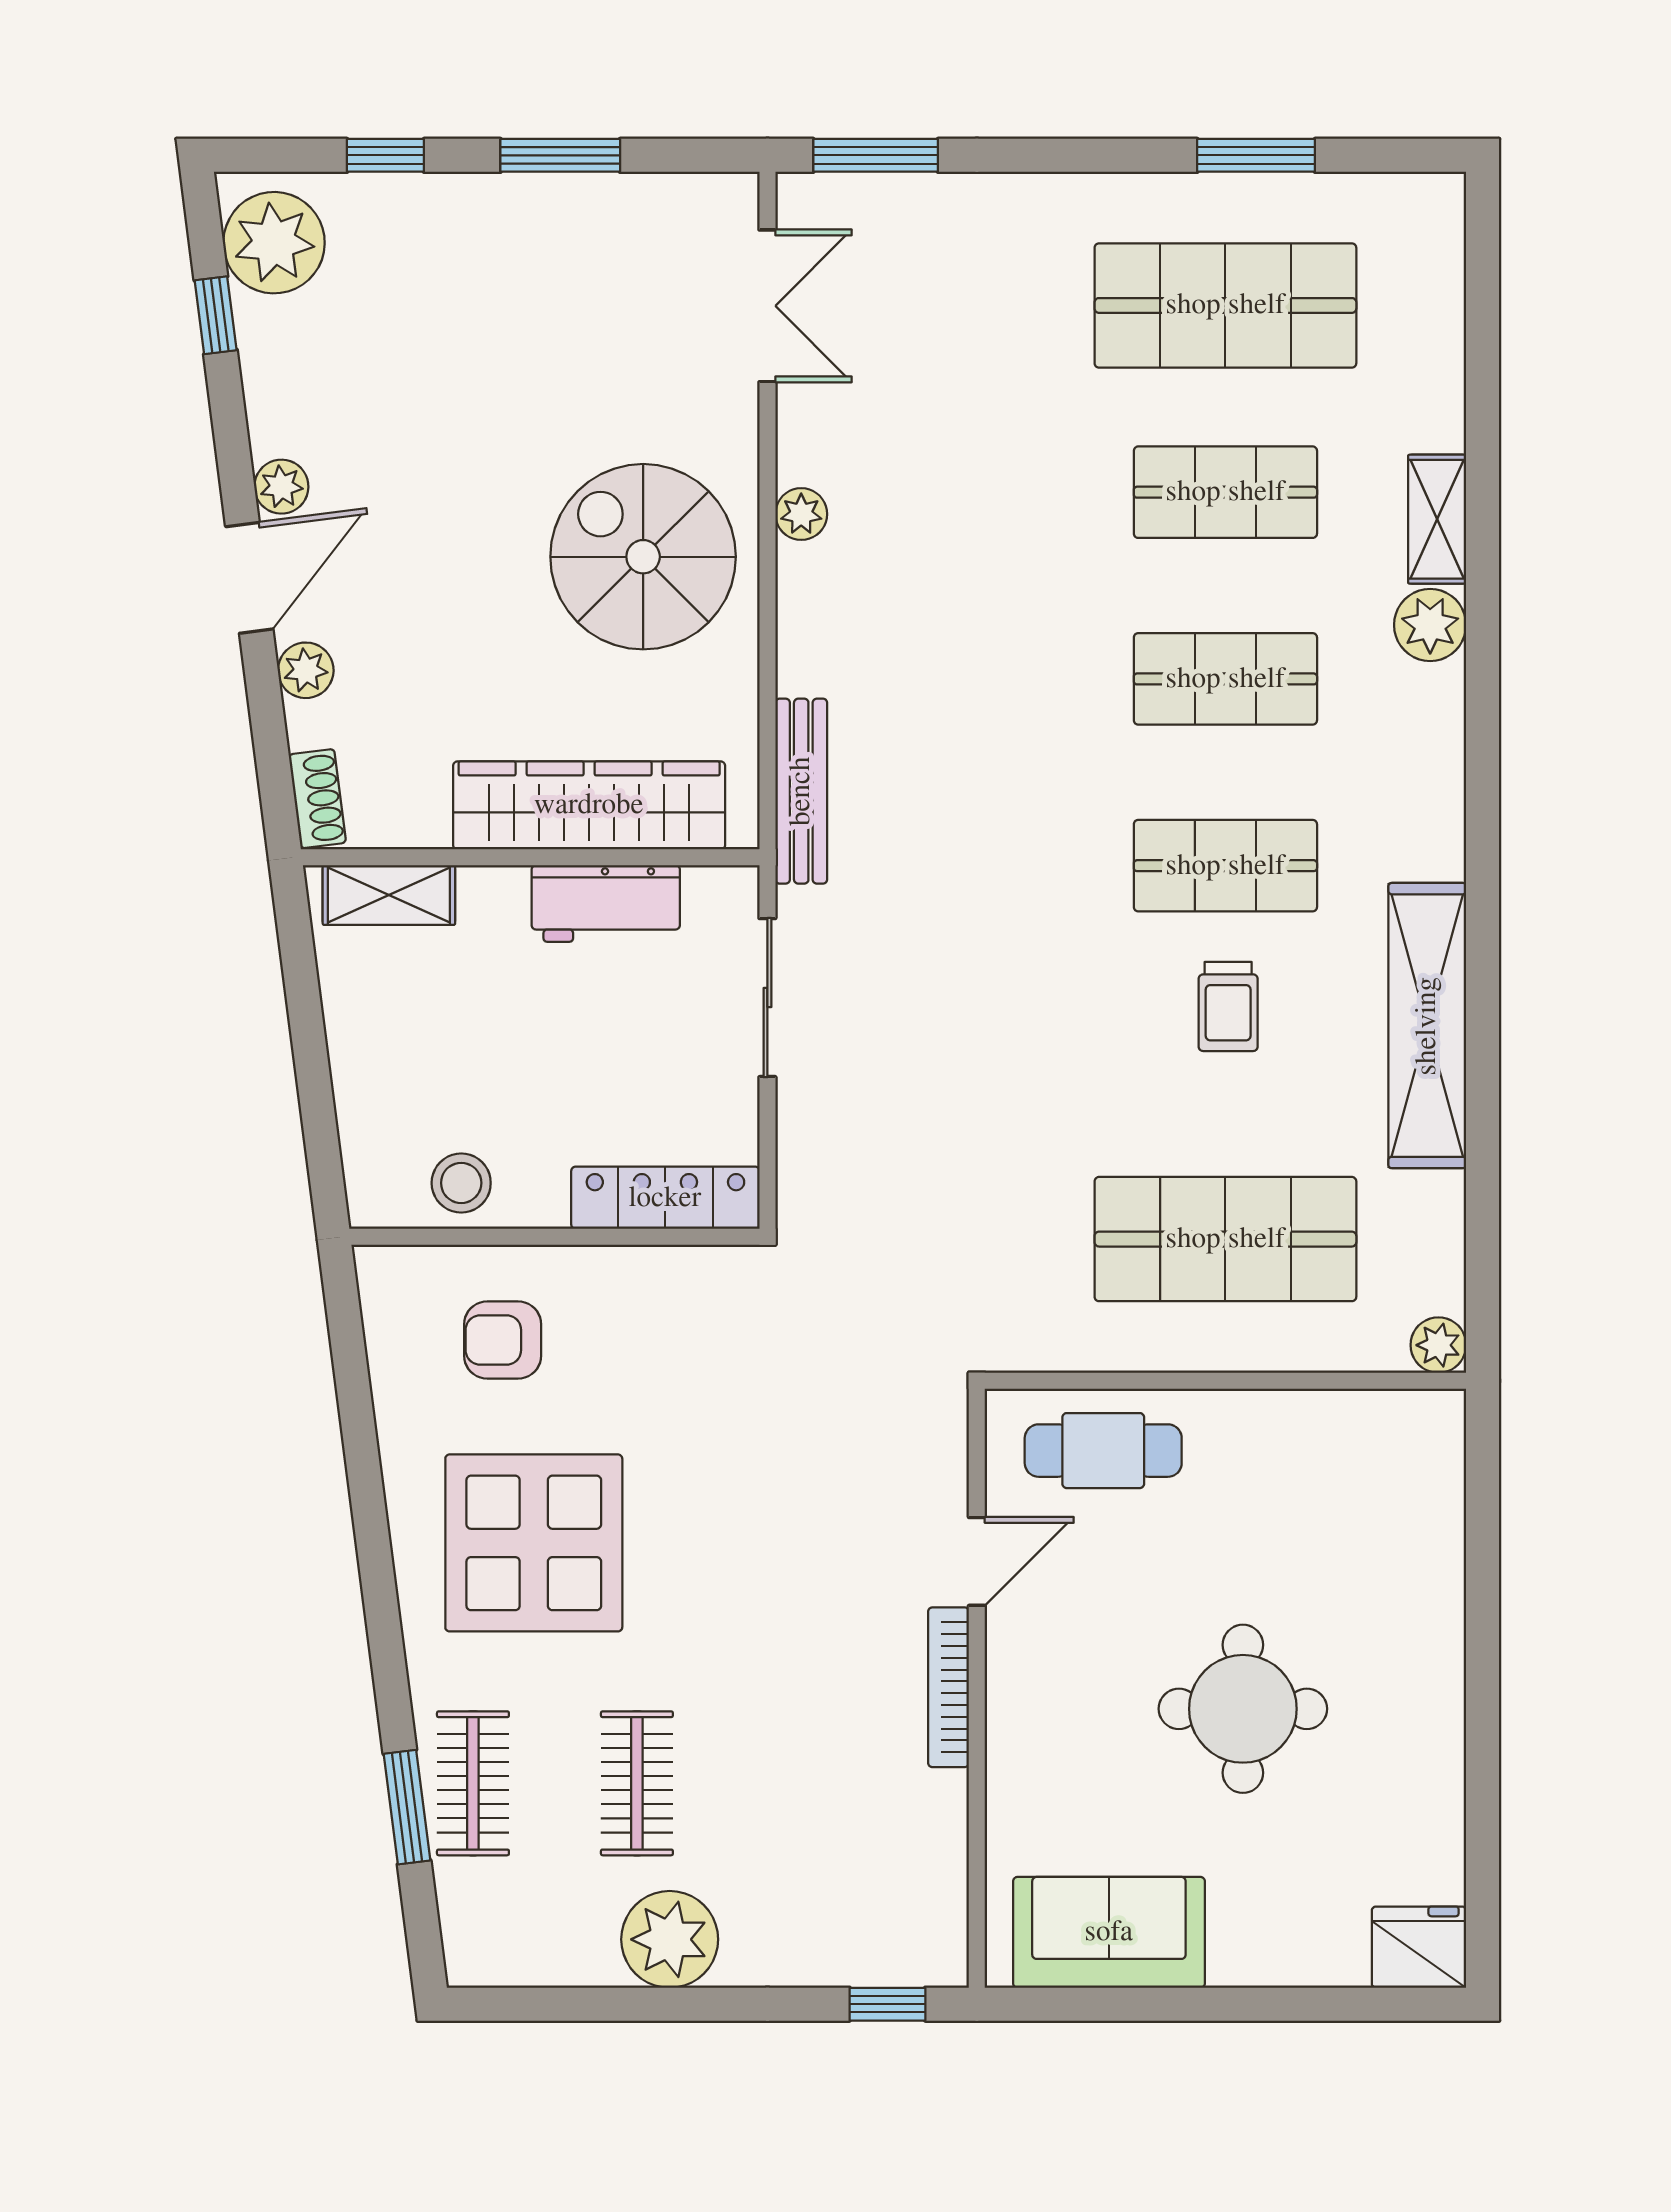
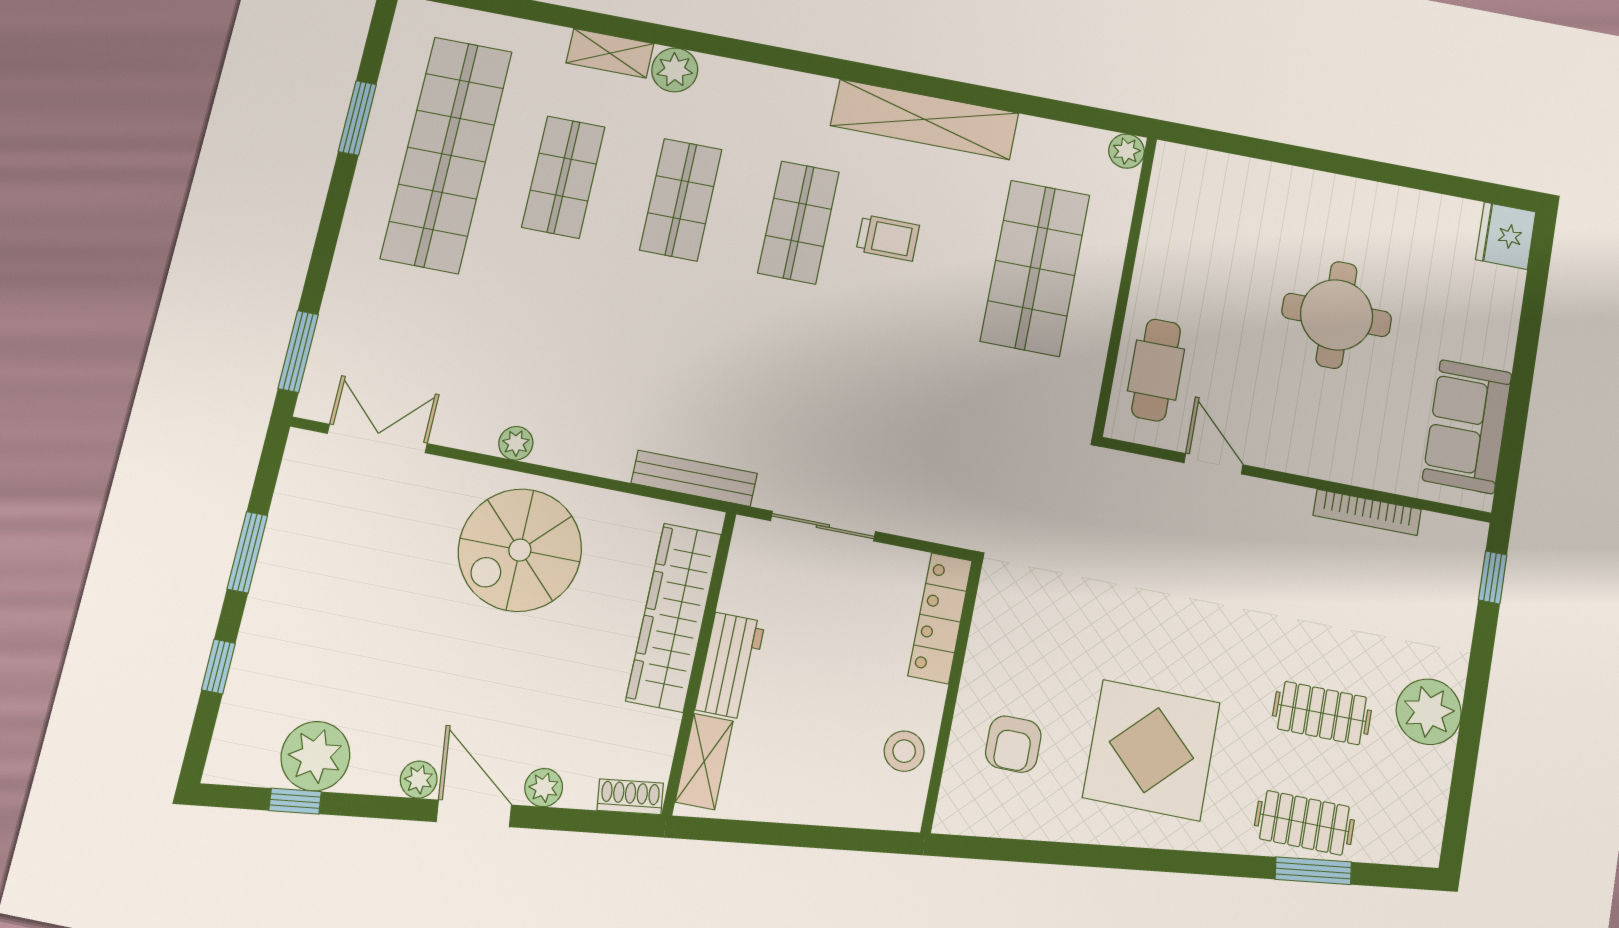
plant: (274, 243) -> (315, 756), moved
shop shelf: (1225, 305) -> (446, 155), width x1.40
workbench: (606, 903) -> (730, 666), moved
bookcase: (949, 1687) -> (1367, 512), moved

